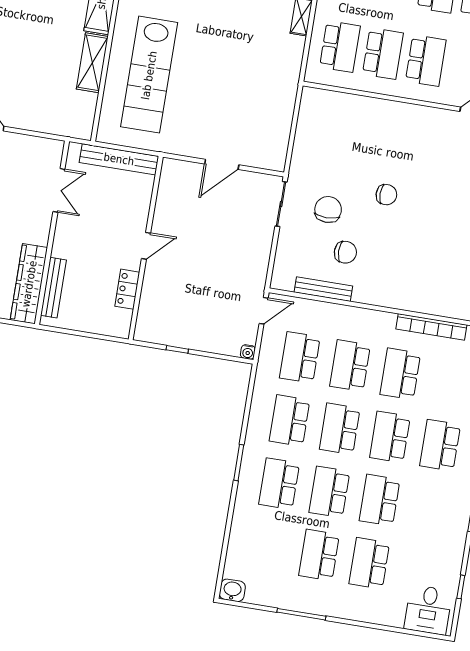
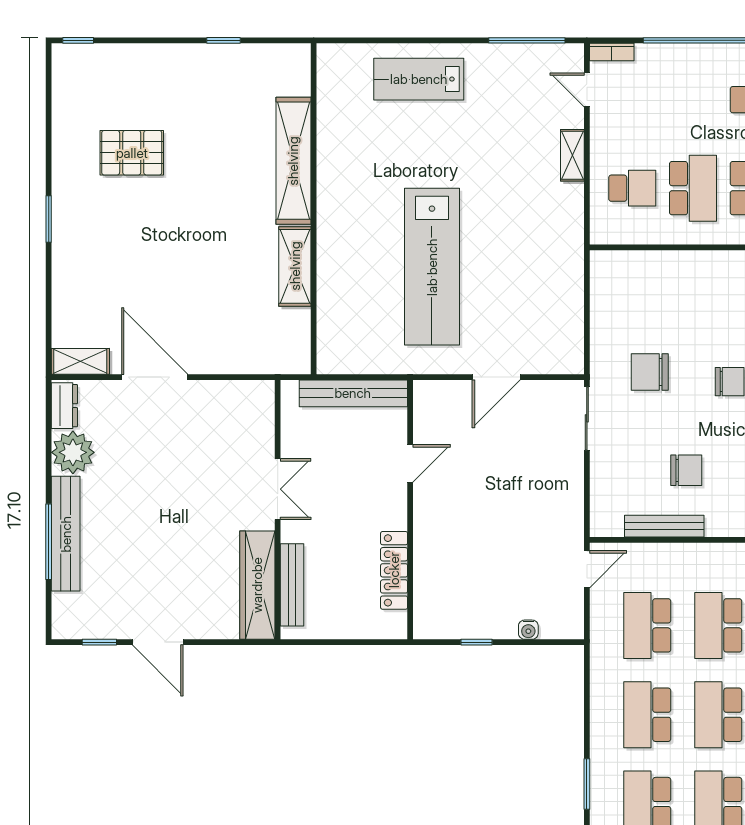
school desk: (340, 47) -> (632, 188), width x0.54
lab bench: (149, 75) -> (432, 267), moved
double door: (59, 190) -> (278, 489), moved
chair: (328, 209) -> (650, 372), moved, turned -90
door: (146, 246) -> (410, 463), moved
locker: (127, 289) -> (394, 570), width x1.53
water cooler: (248, 352) -> (528, 630), moved

